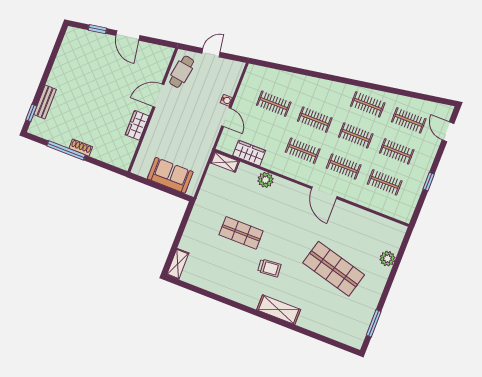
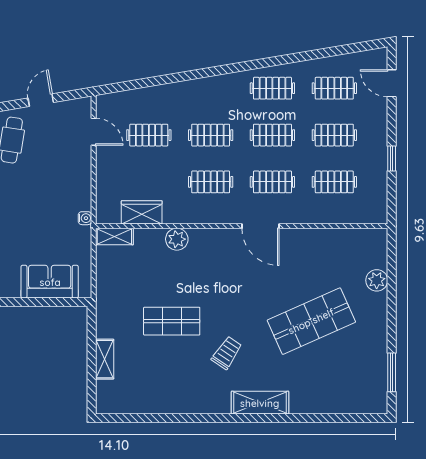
water cooler: (226, 100) -> (85, 218), moved
door: (226, 117) -> (94, 132), moved
shelving: (178, 264) -> (105, 359), moved
trolley: (269, 268) -> (227, 353), turned -51
shop shelf: (334, 269) -> (311, 321), turned -39

